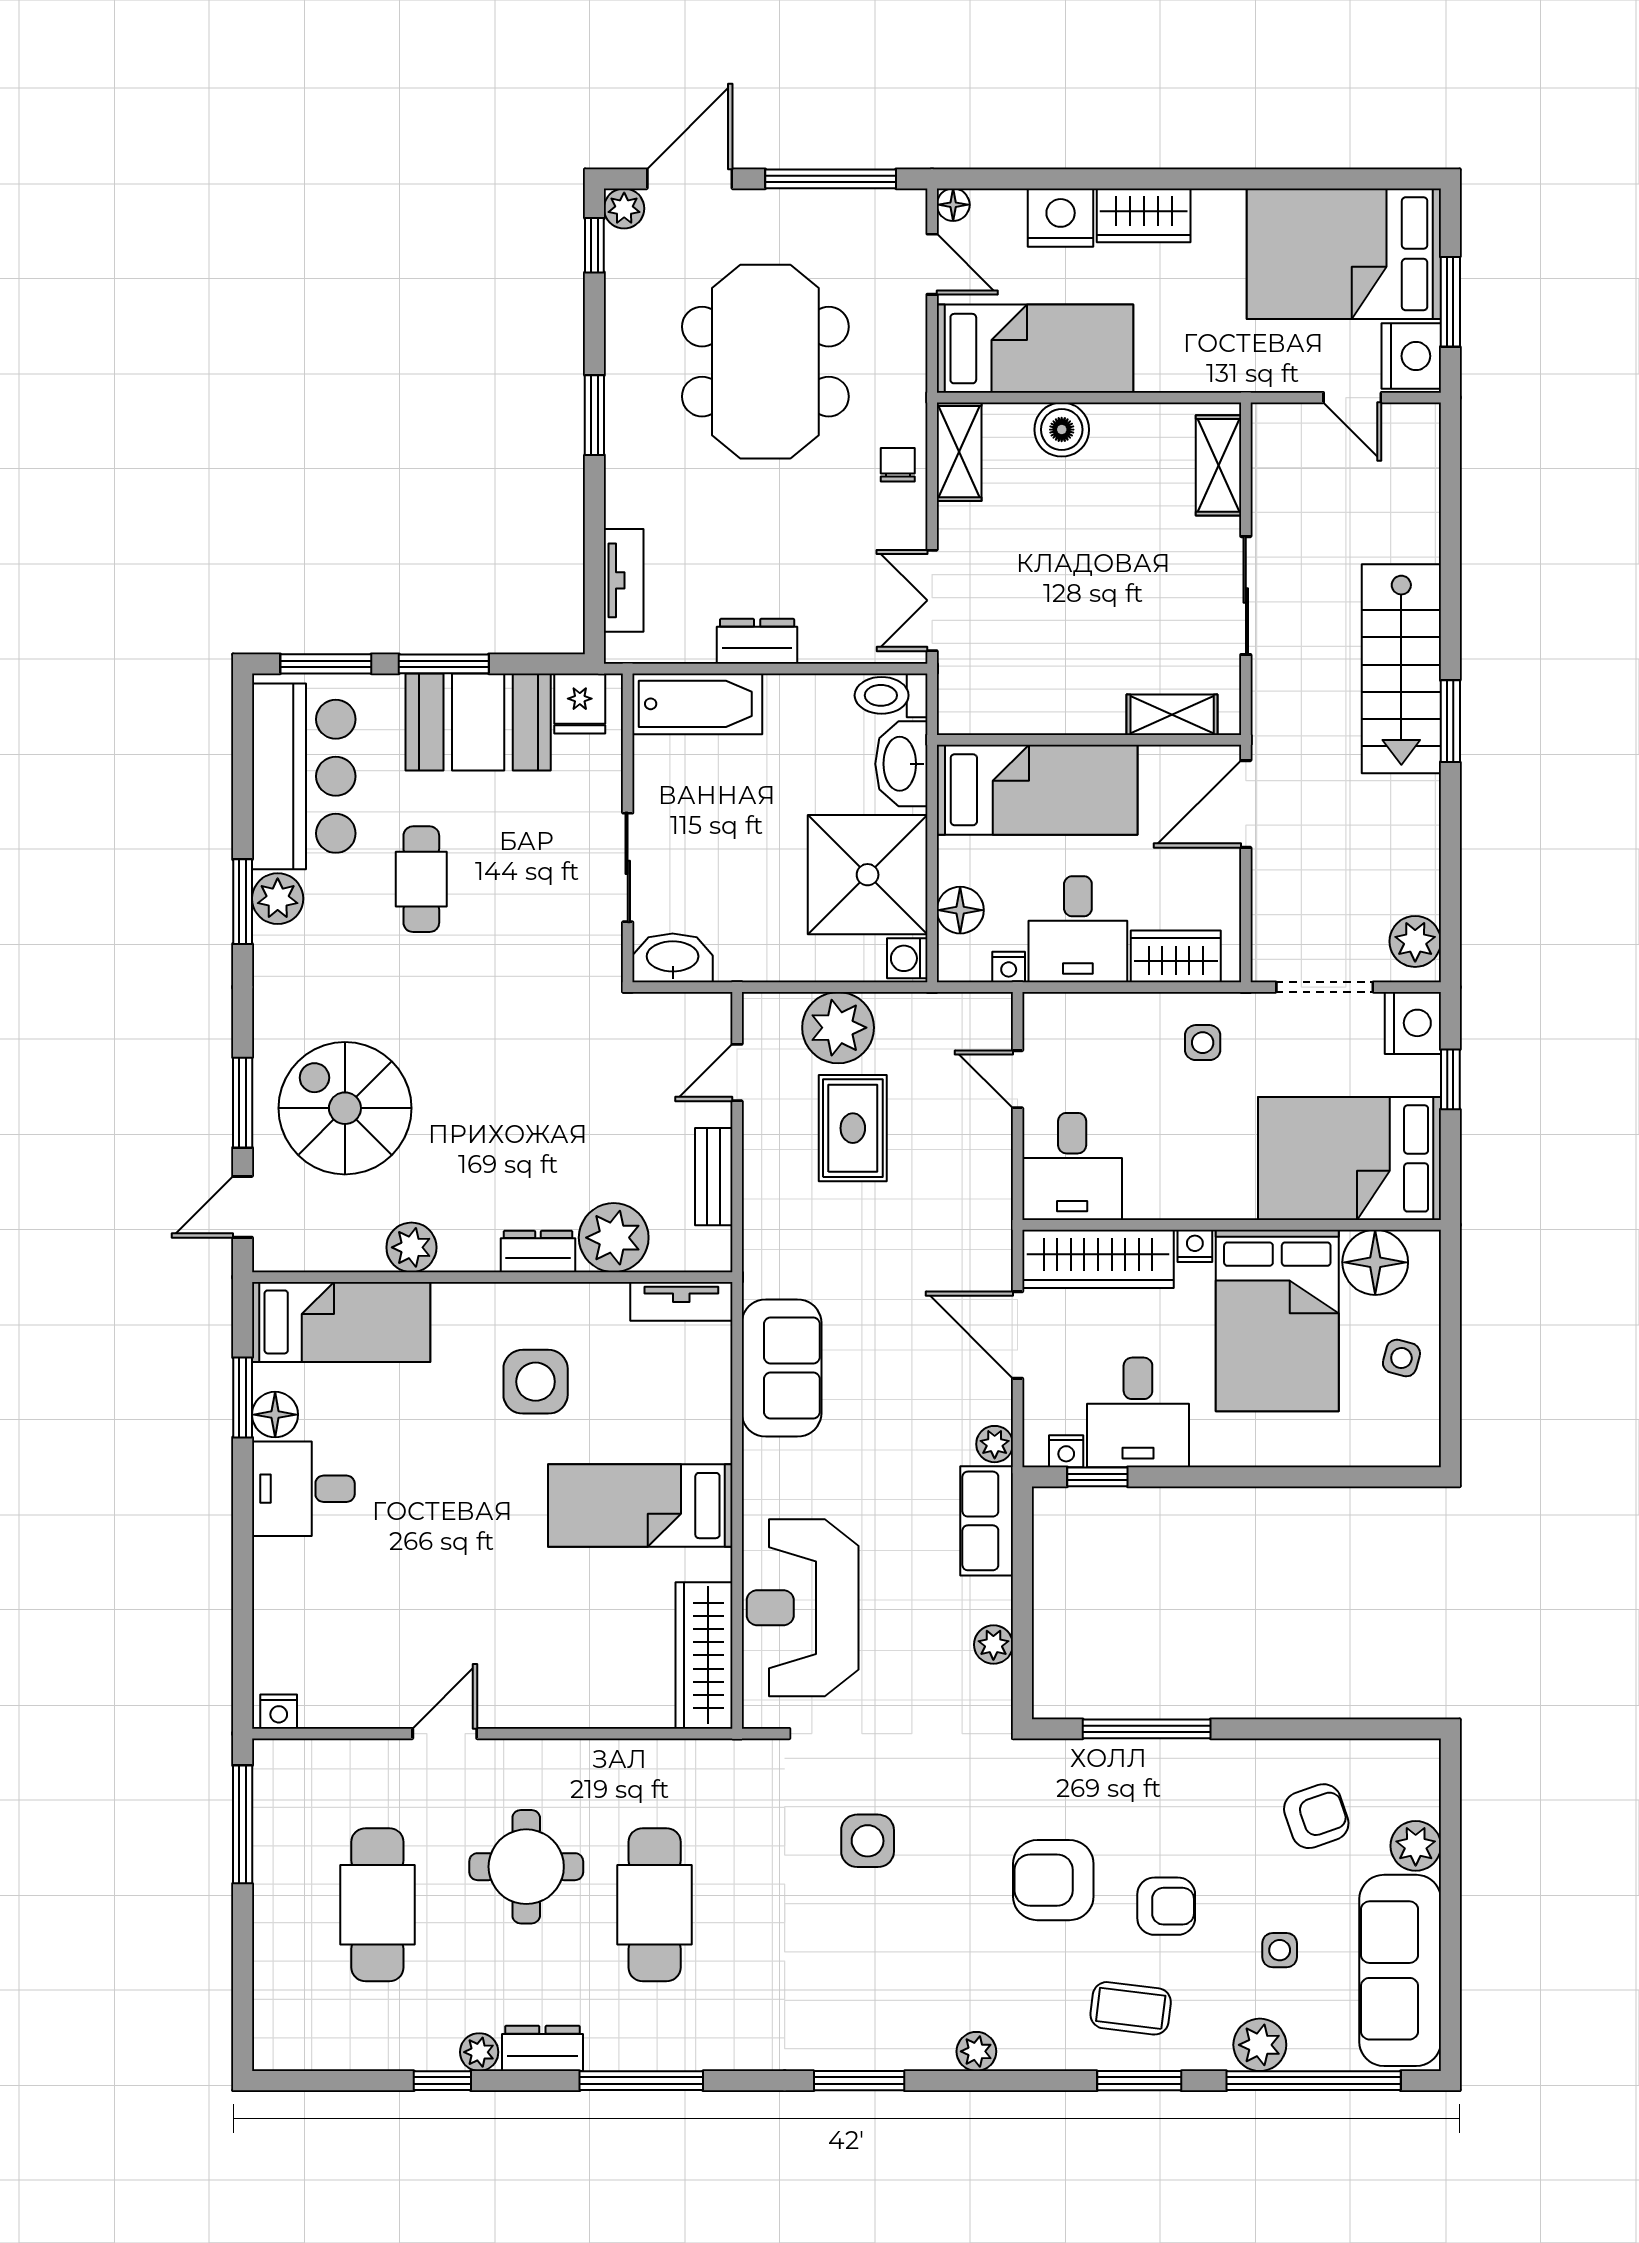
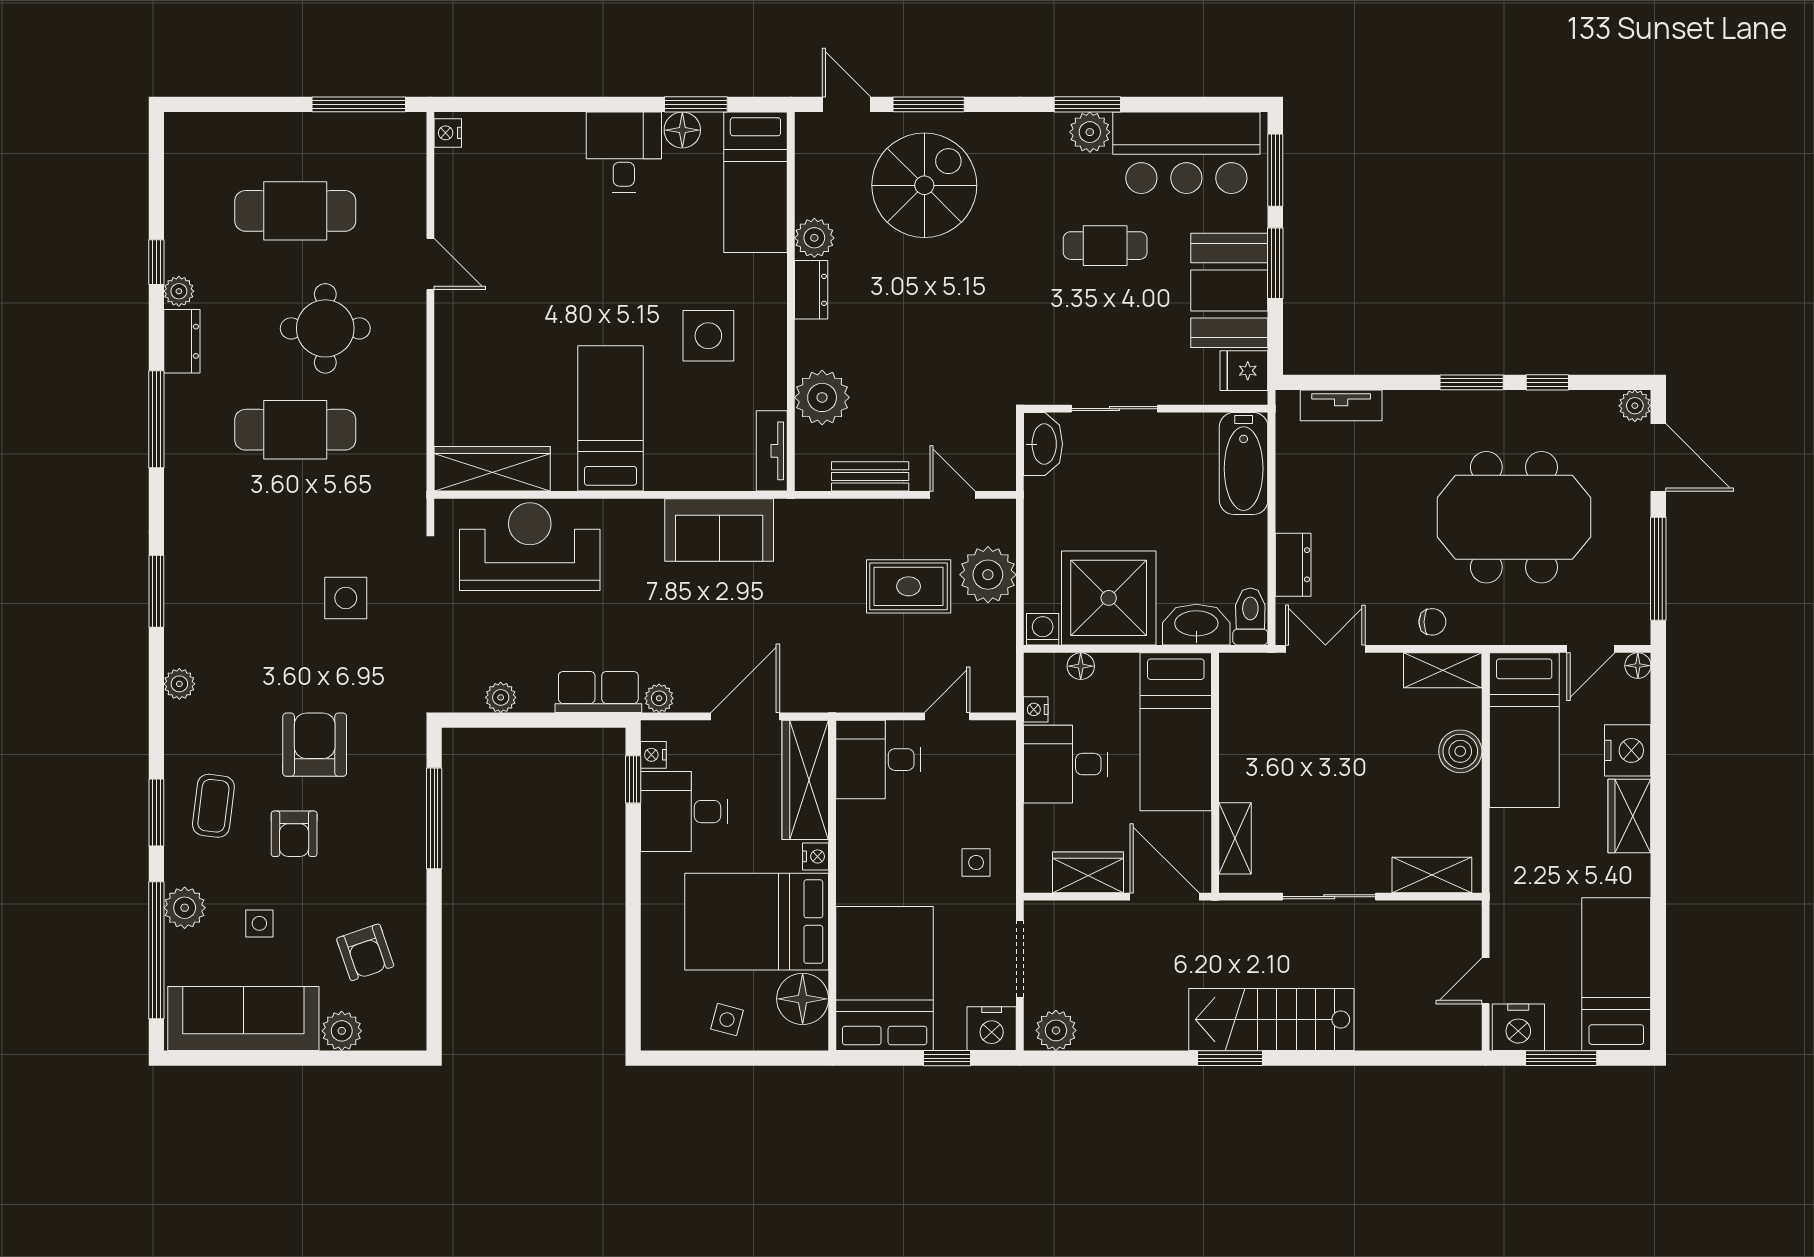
window: (594, 245) -> (1547, 382), moved
bed: (1344, 254) -> (1616, 974), width x0.67
dresser: (757, 641) -> (1293, 565), moved
floor lamp: (960, 910) -> (1081, 666), width x0.73, depth x0.73
wardrobe: (1176, 956) -> (1088, 872), moved, turned -90
dresser: (538, 1251) -> (811, 290), moved

